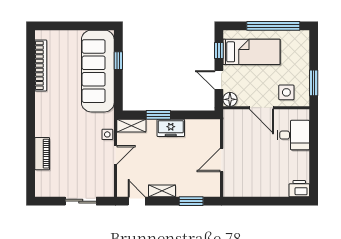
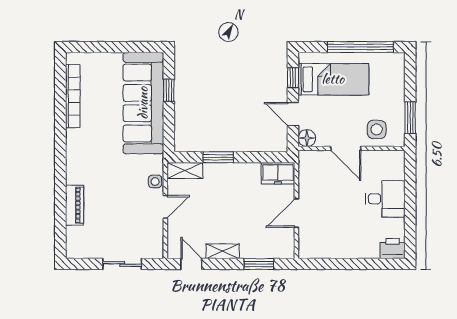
freezer: (171, 128) -> (278, 173), moved
desk: (293, 135) -> (385, 199), moved

